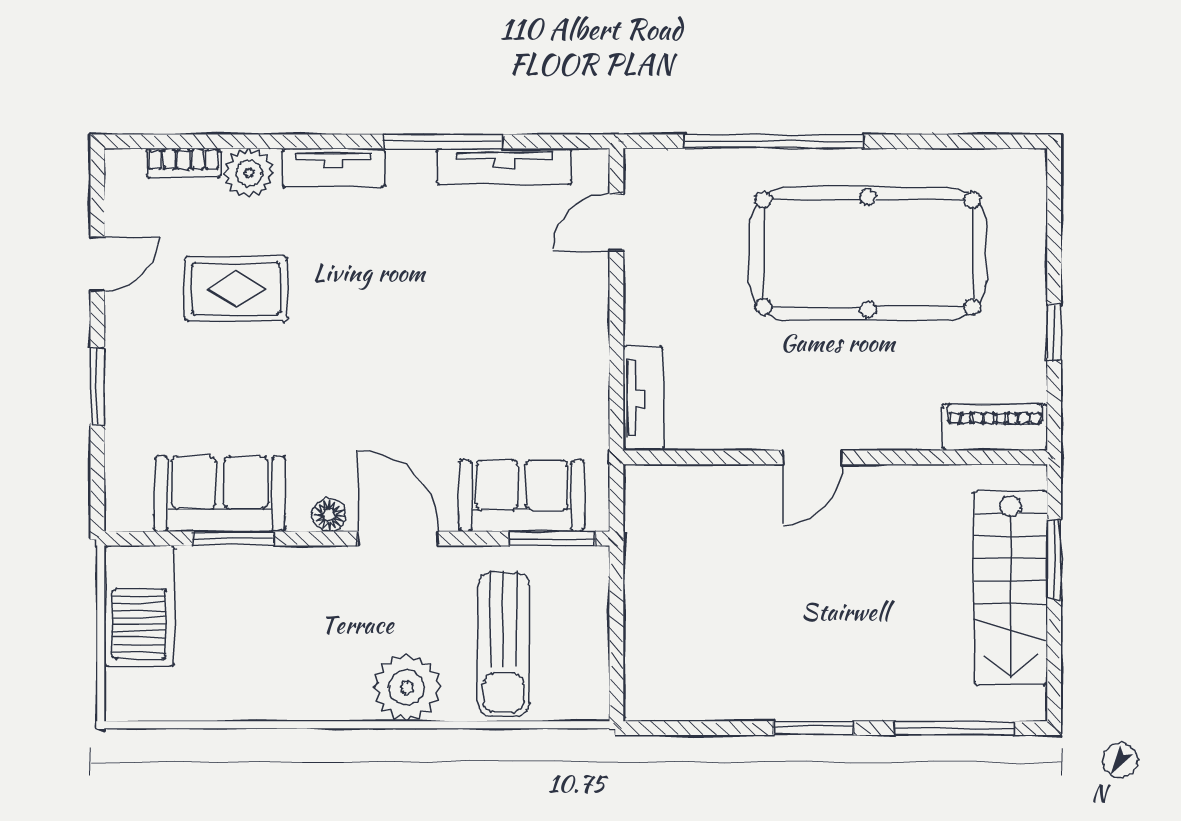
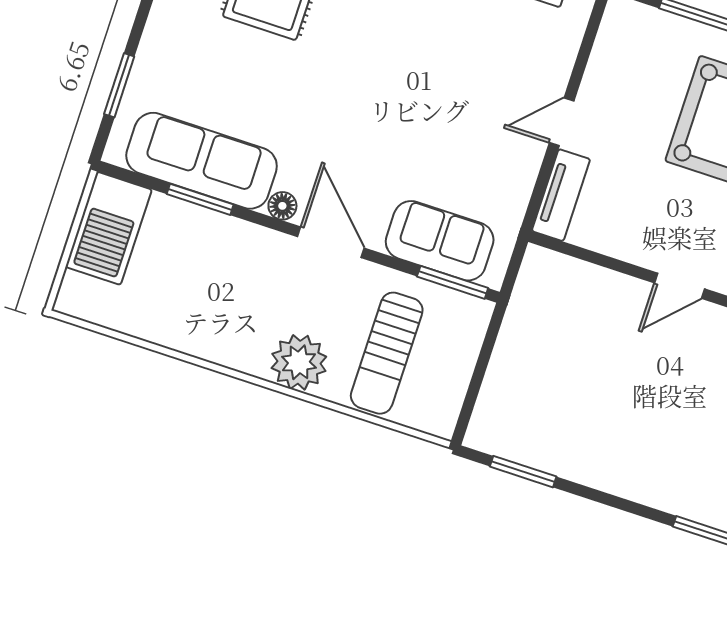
door: (616, 222) -> (562, 122), moved
window: (97, 386) -> (119, 85), moved
sofa: (220, 494) -> (202, 161), width x1.36
window: (814, 728) -> (523, 472), moved

